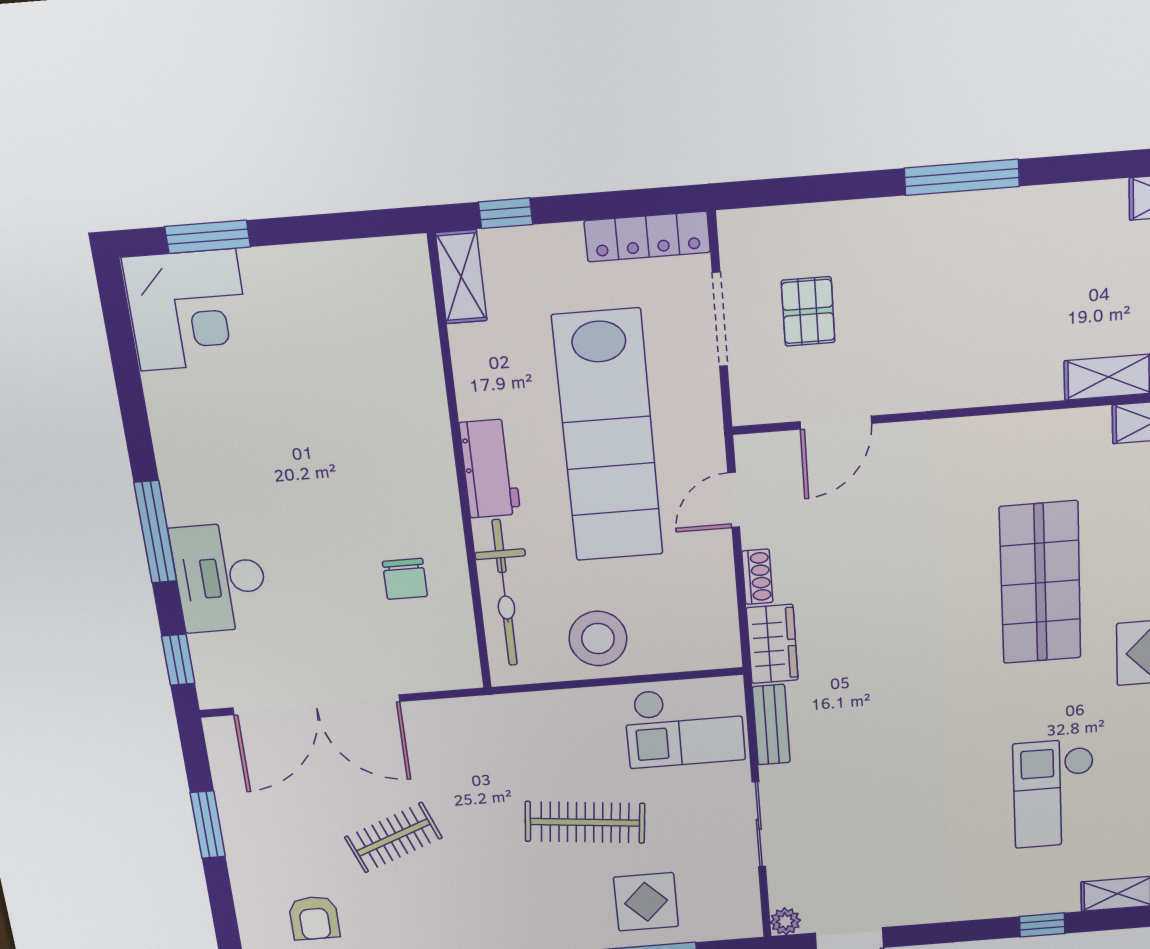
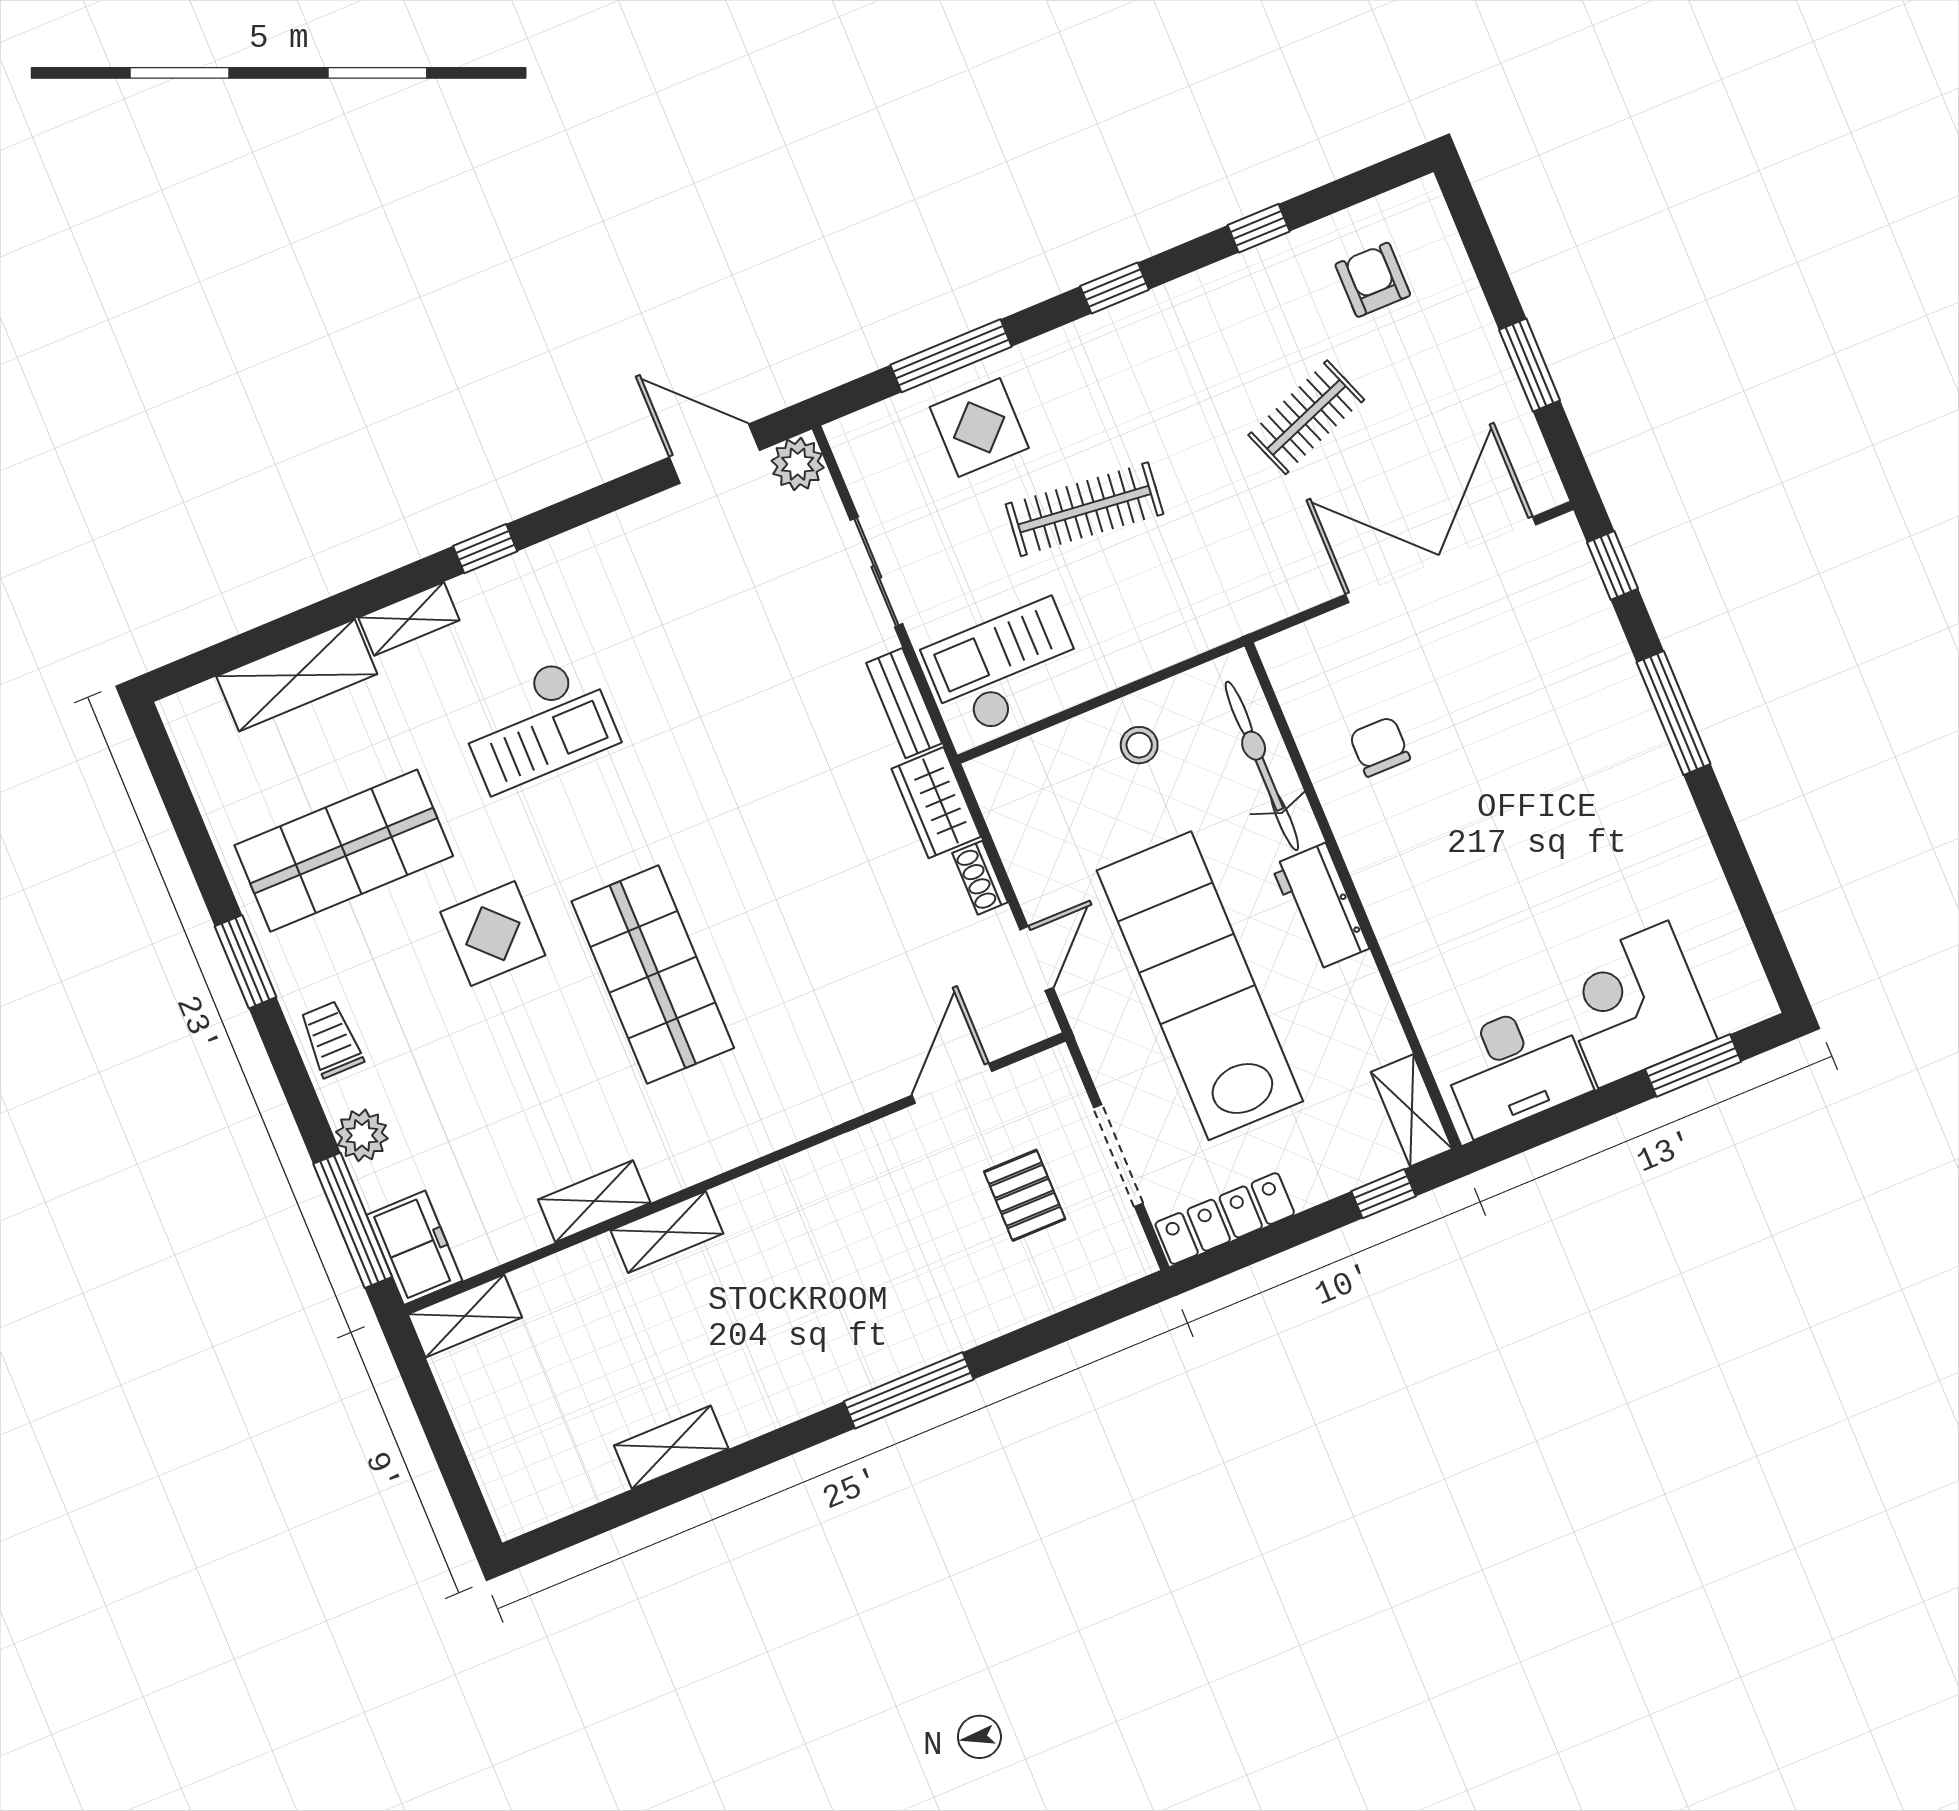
corner desk: (188, 310) -> (1633, 1004), moved
desk: (220, 578) -> (1514, 1068), moved, turned 90
stool: (598, 639) -> (1139, 745), width x0.53, depth x0.53
checkout: (1054, 793) -> (537, 724), turned 90
plant: (785, 921) -> (798, 464), width x1.38, depth x1.38

